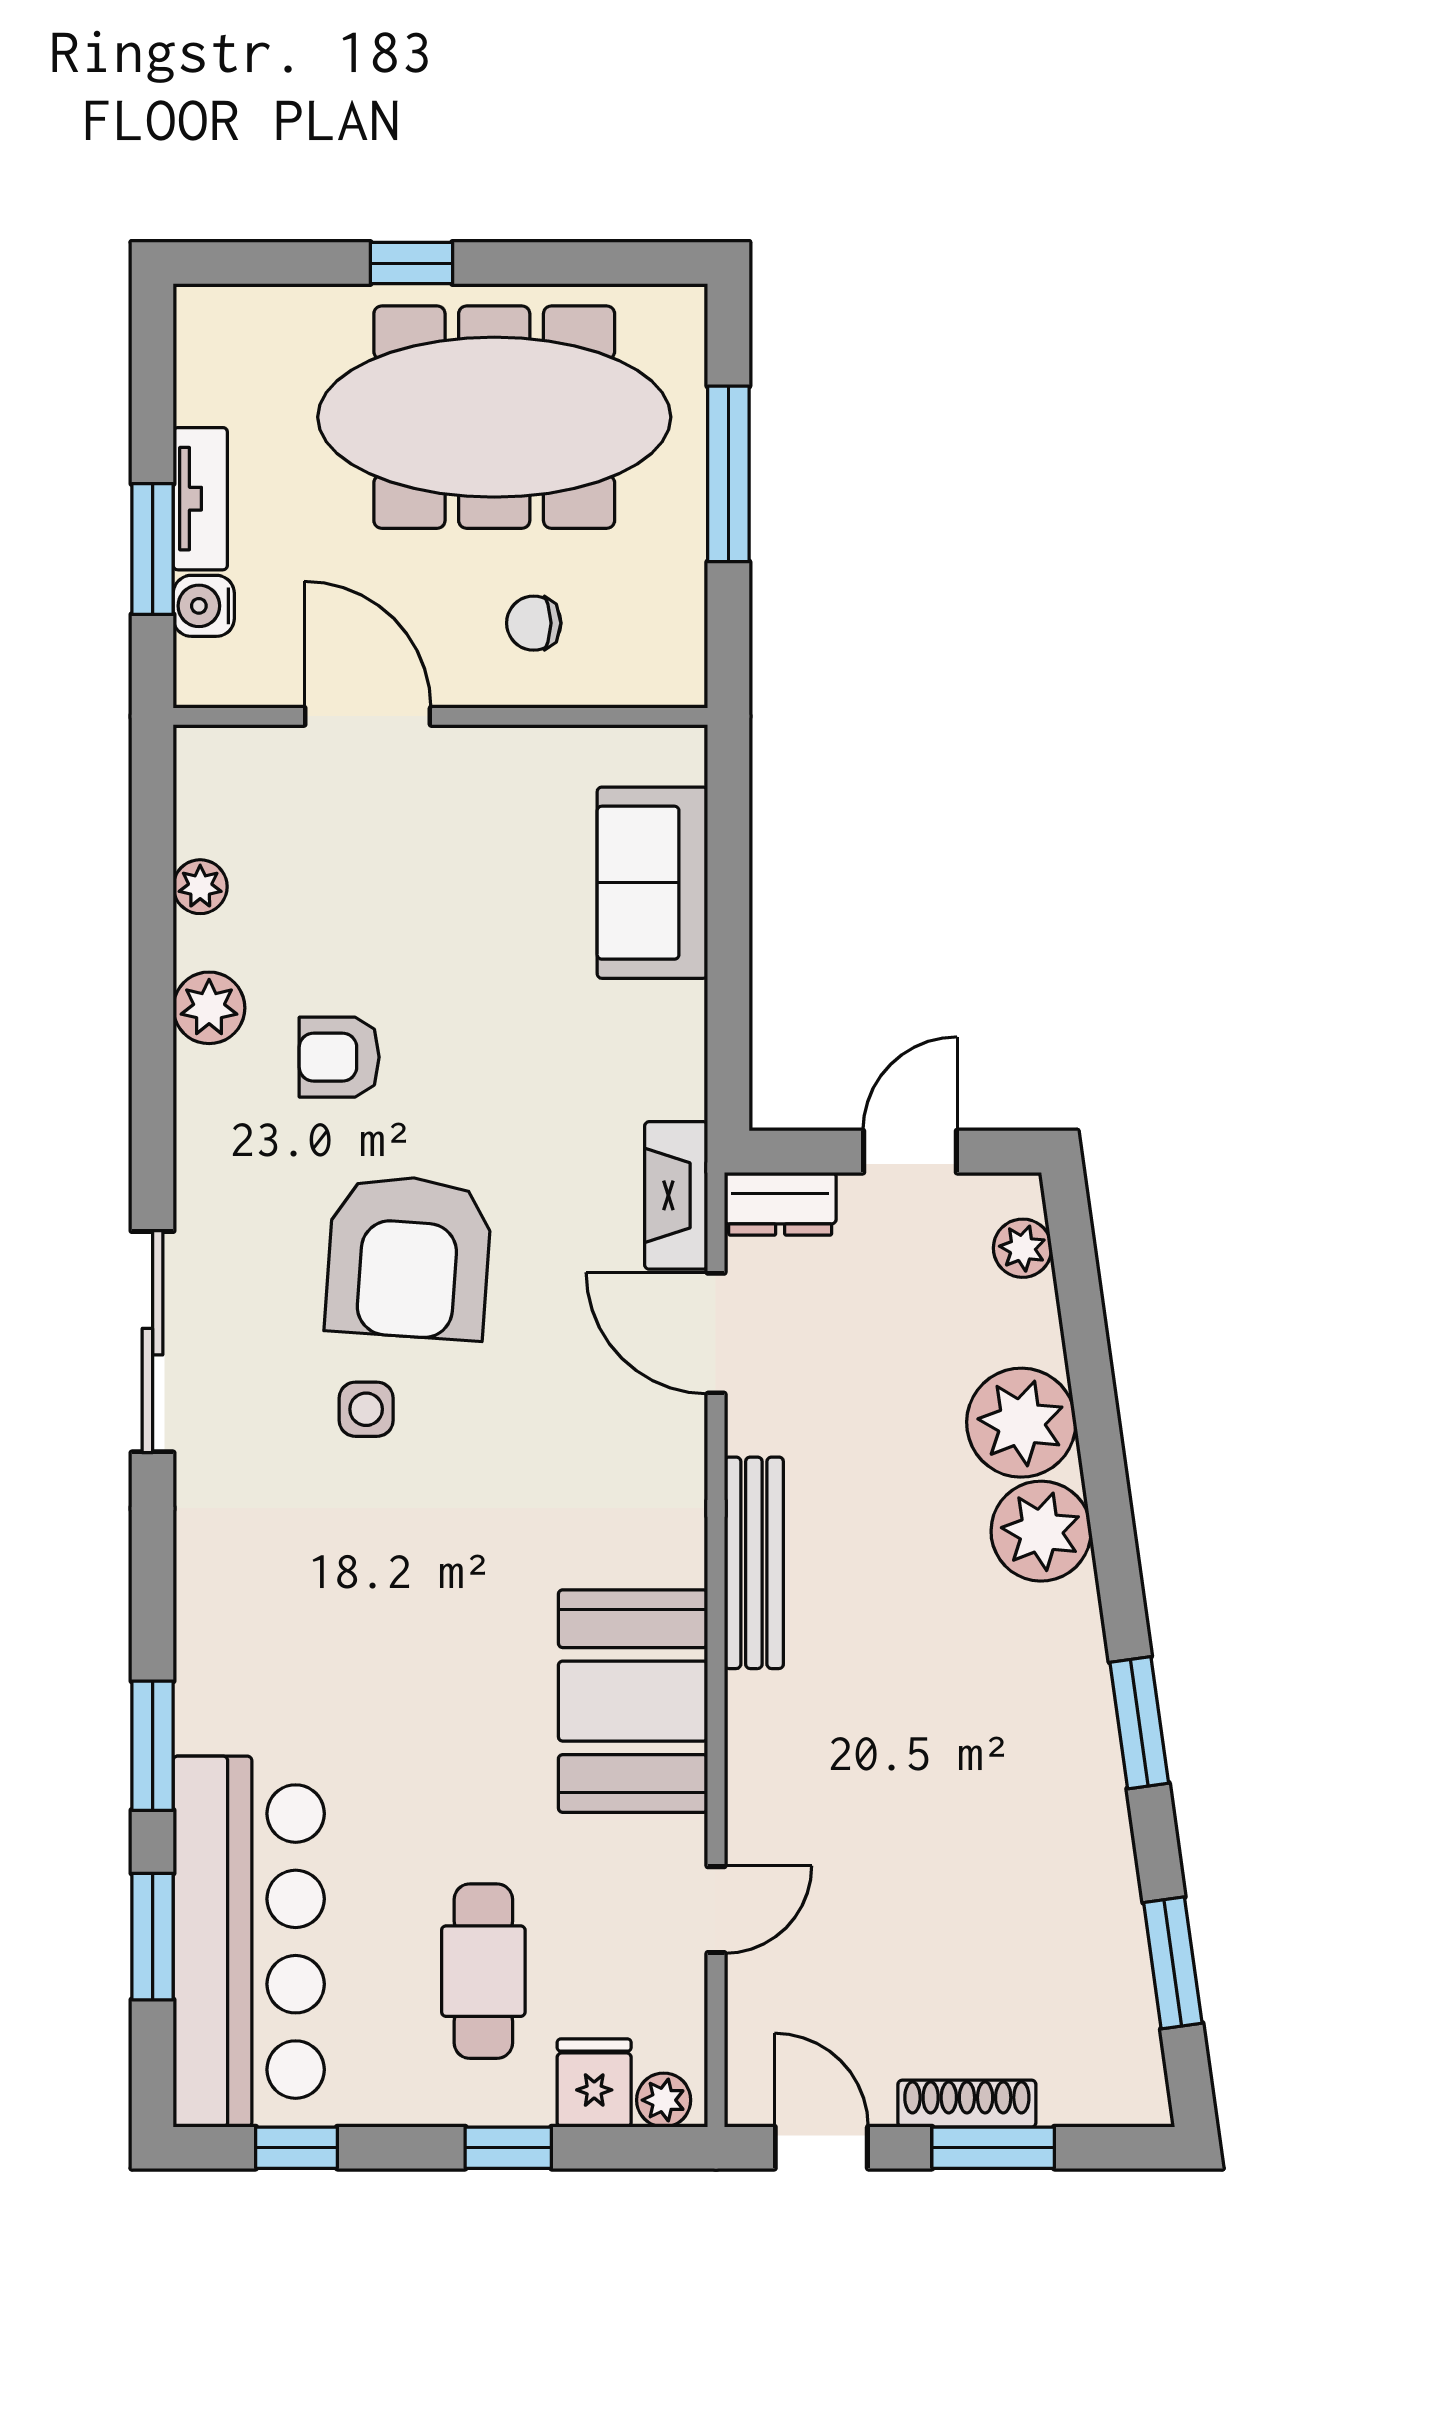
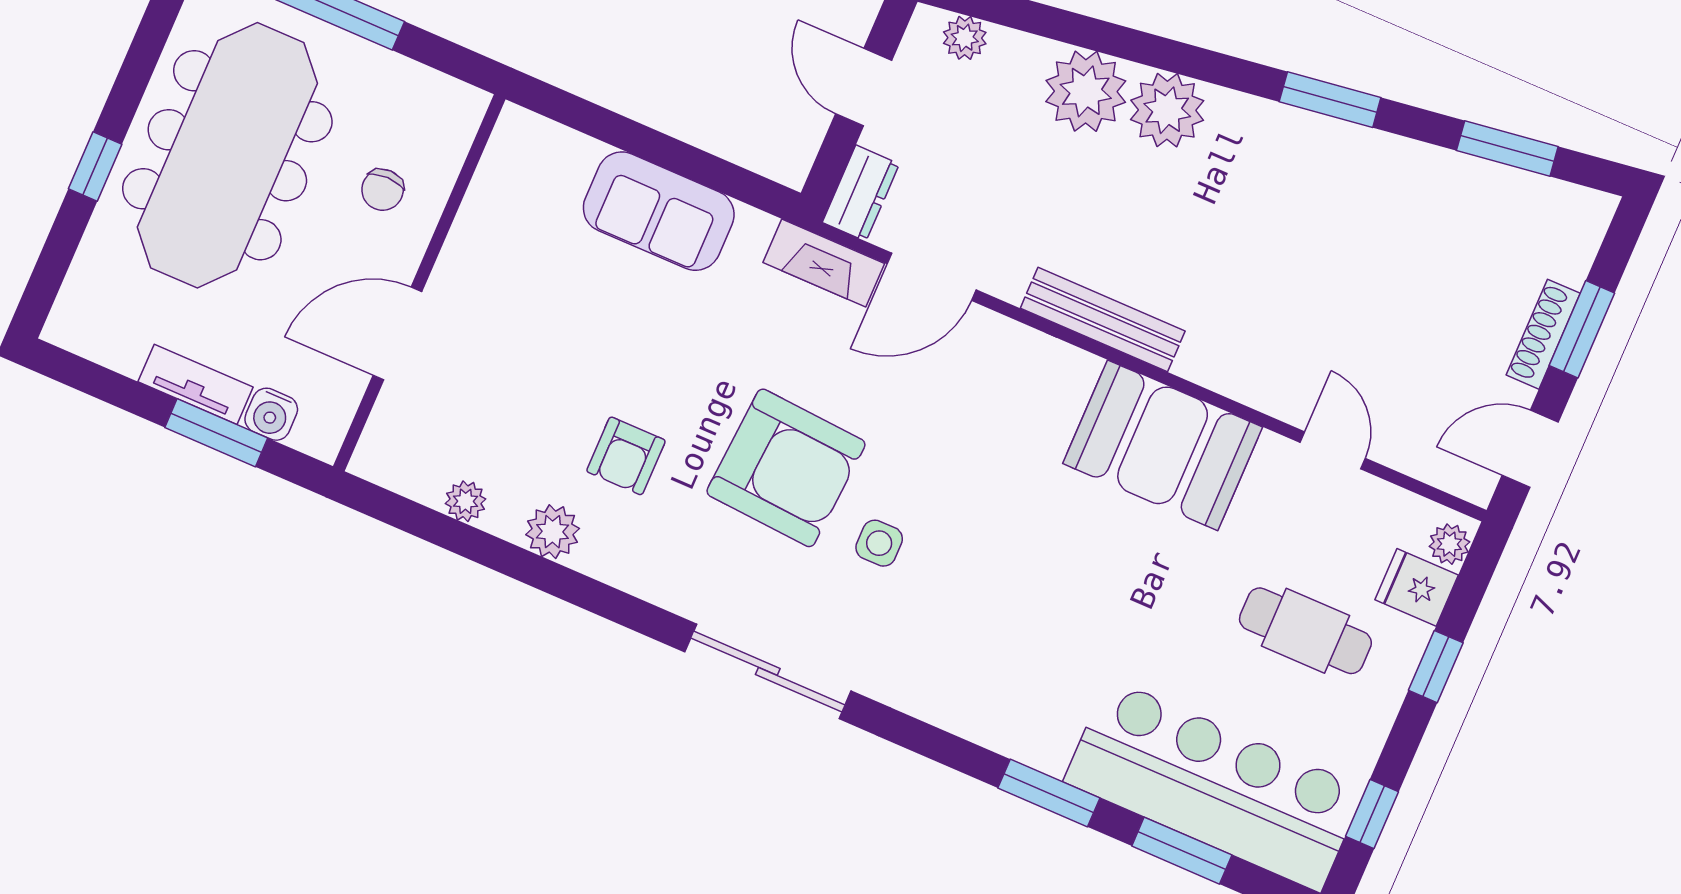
sofa: (652, 883) -> (659, 211), moved

